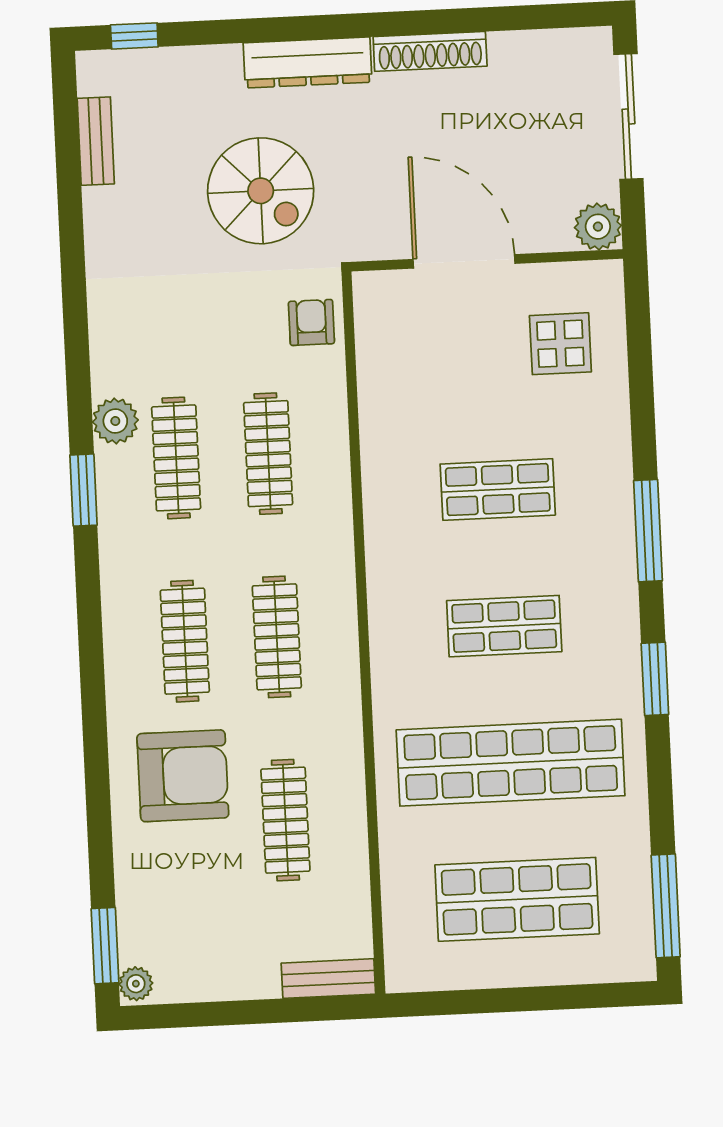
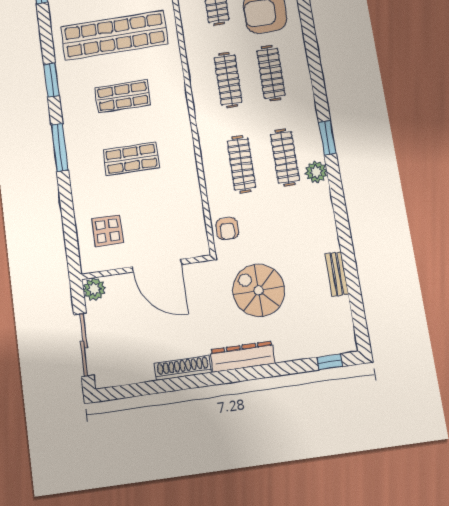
bench: (96, 141) -> (337, 274), moved

